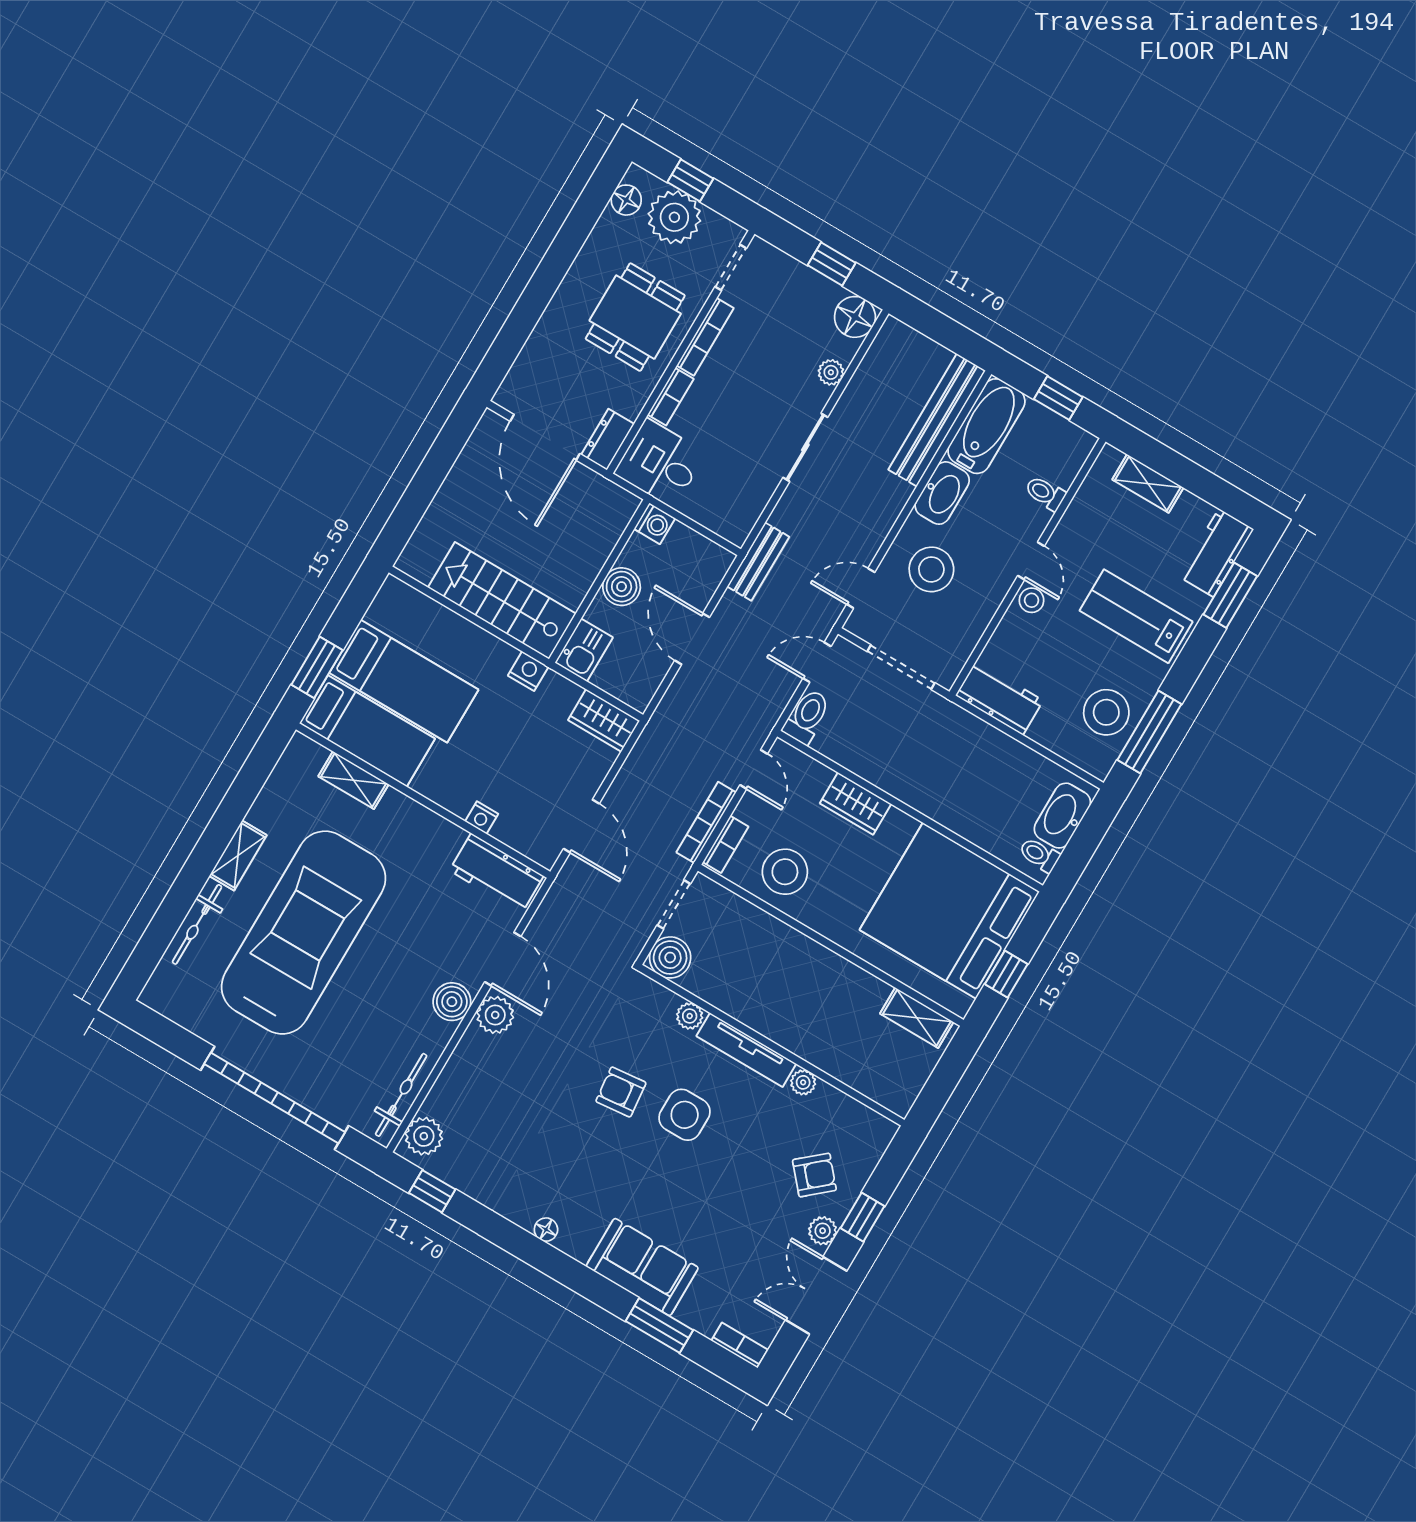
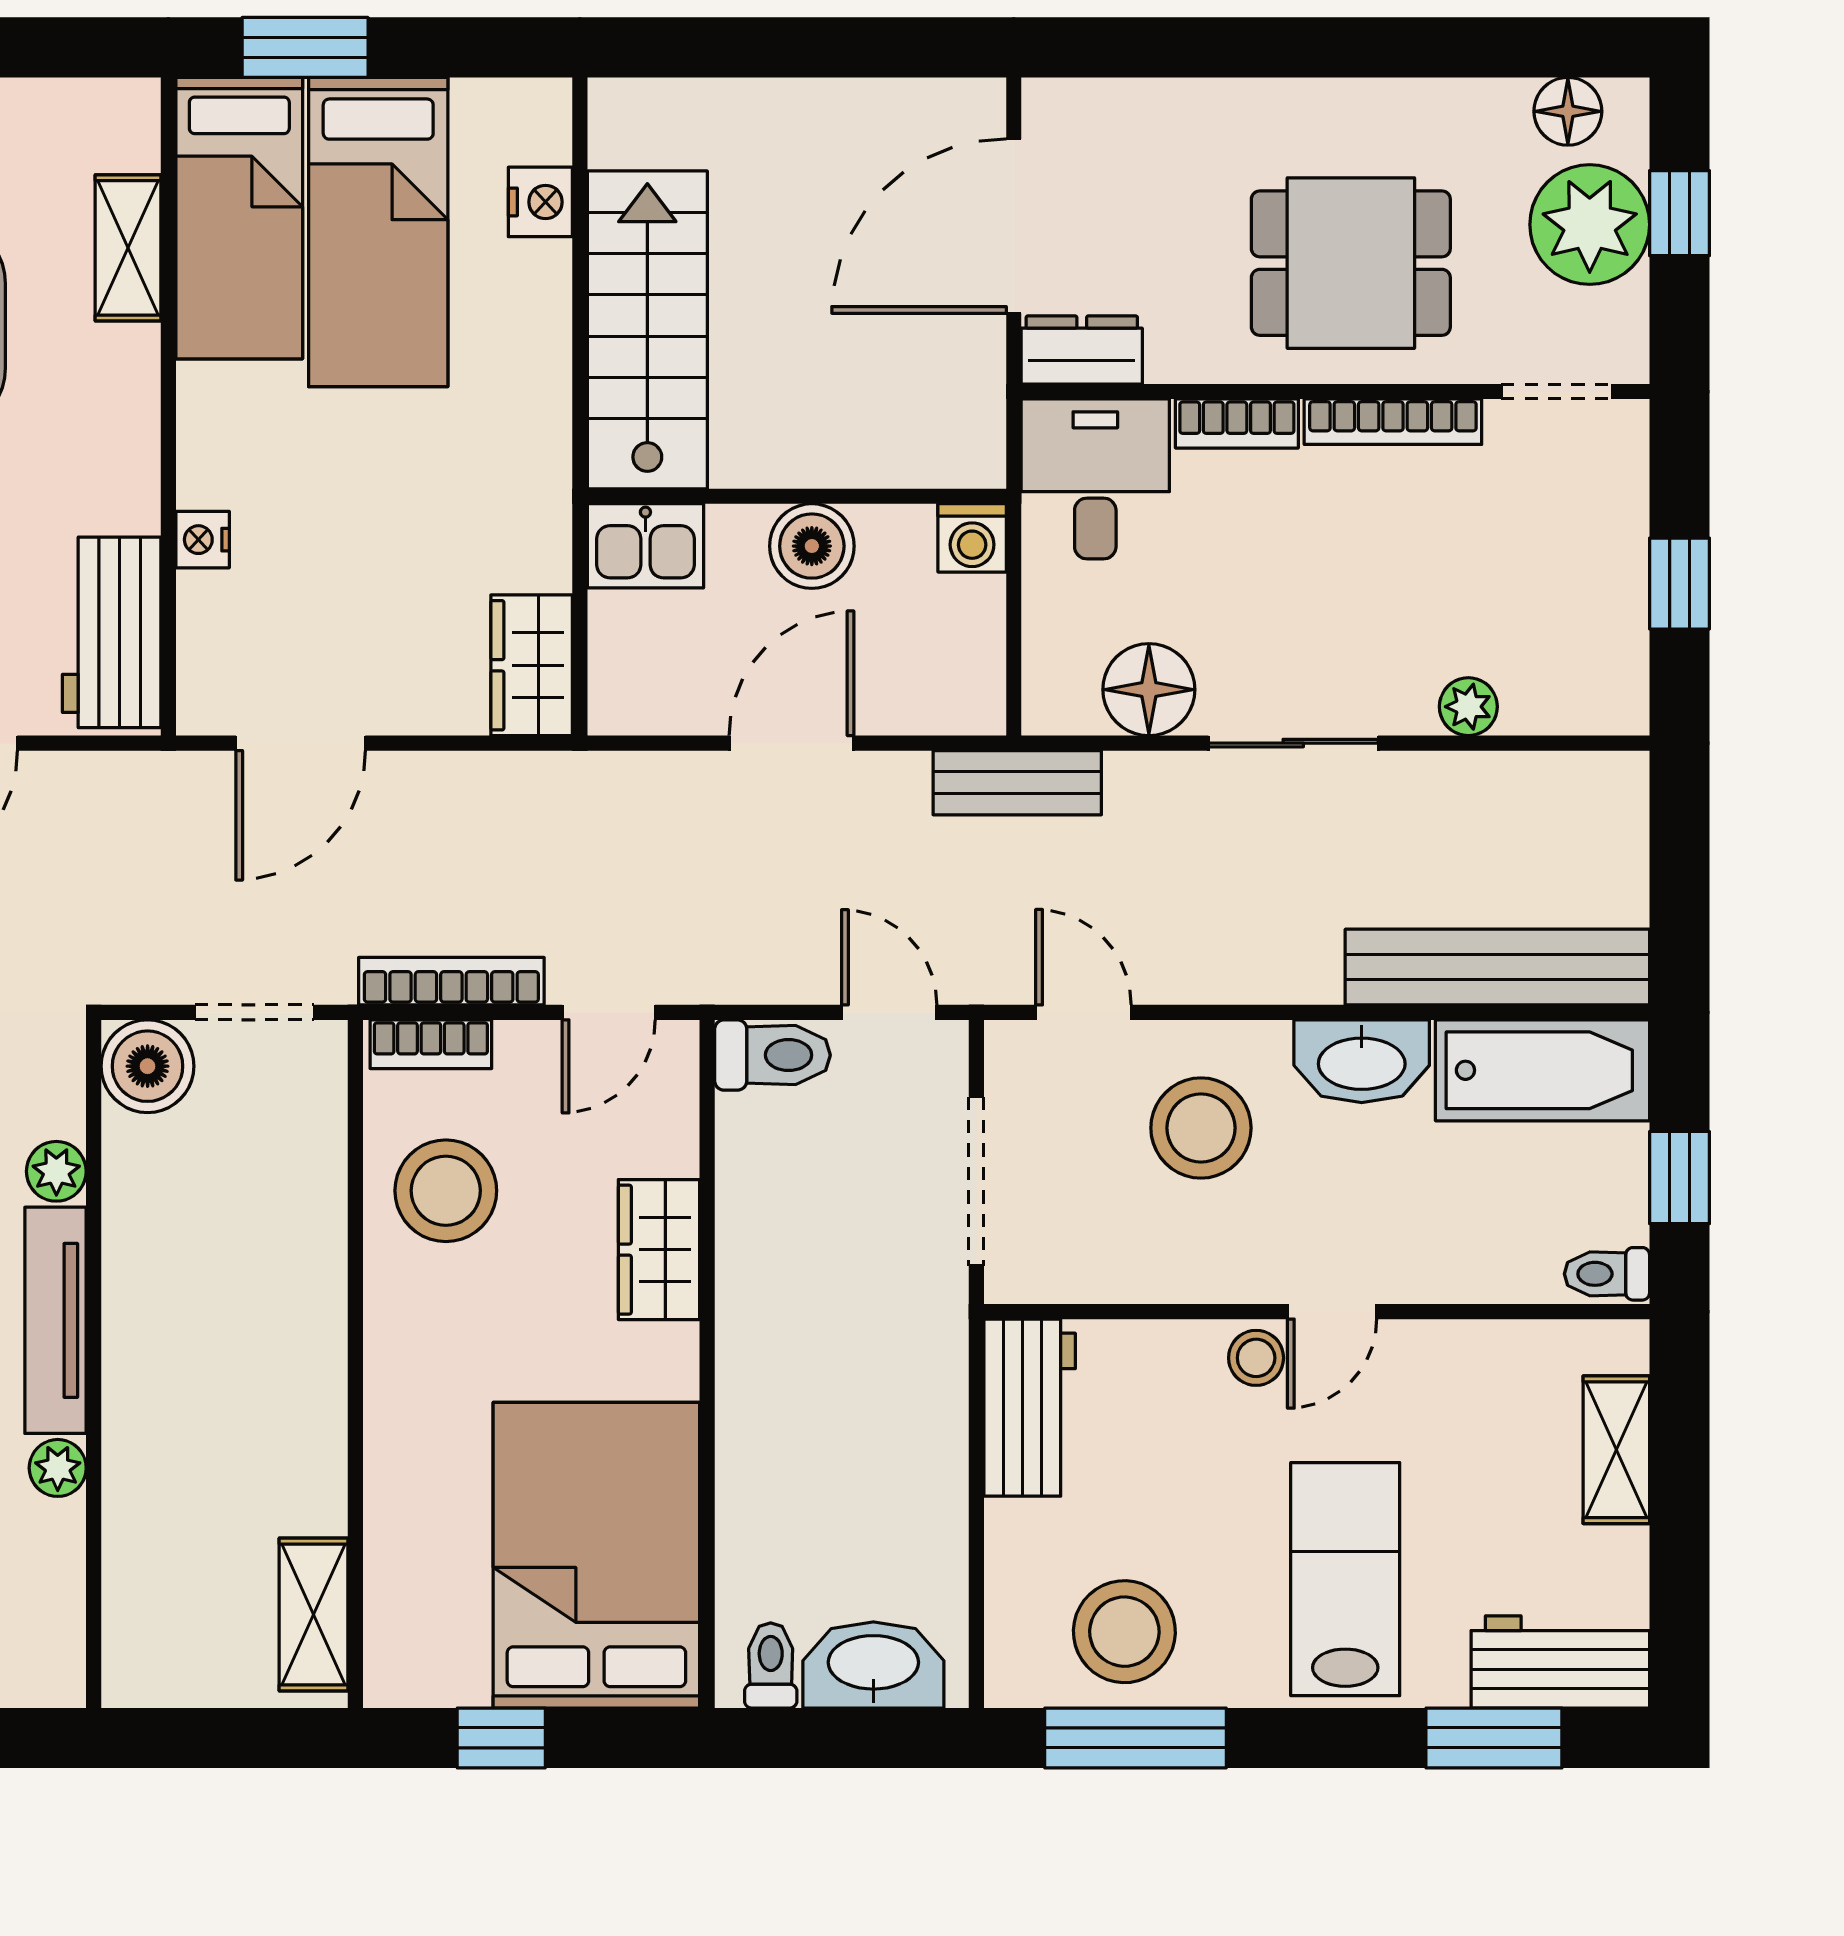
floor lamp: (855, 317) -> (1149, 690), moved
toilet: (1045, 493) -> (1607, 1274), moved, turned -90
nightstand: (528, 671) -> (540, 202), moved
bed: (950, 911) -> (596, 1555), width x0.73

